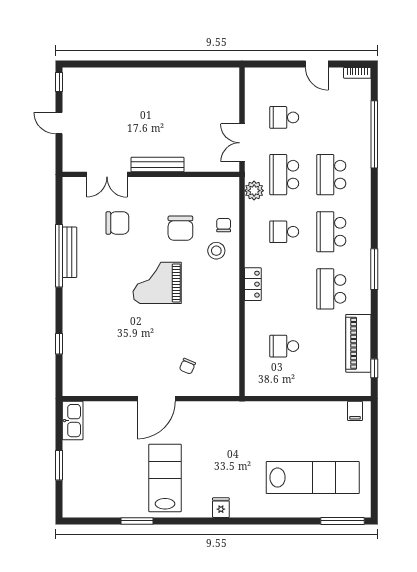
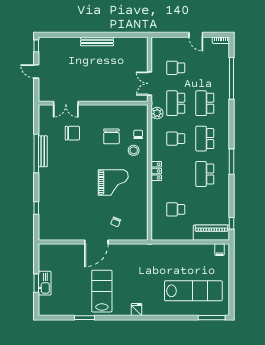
bench: (157, 165) -> (97, 41), moved
grand piano: (157, 283) -> (113, 182), moved, turned 180
piano: (358, 343) -> (211, 233), moved, turned 90
kitchen sink: (73, 421) -> (45, 283), moved

